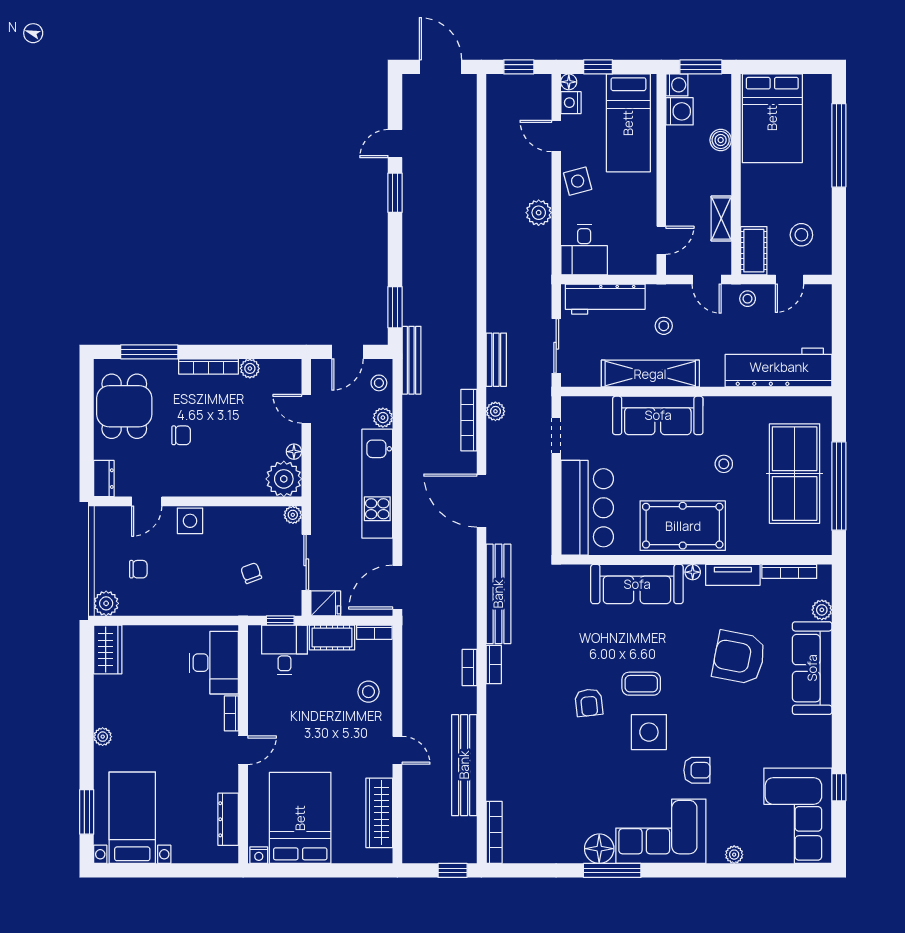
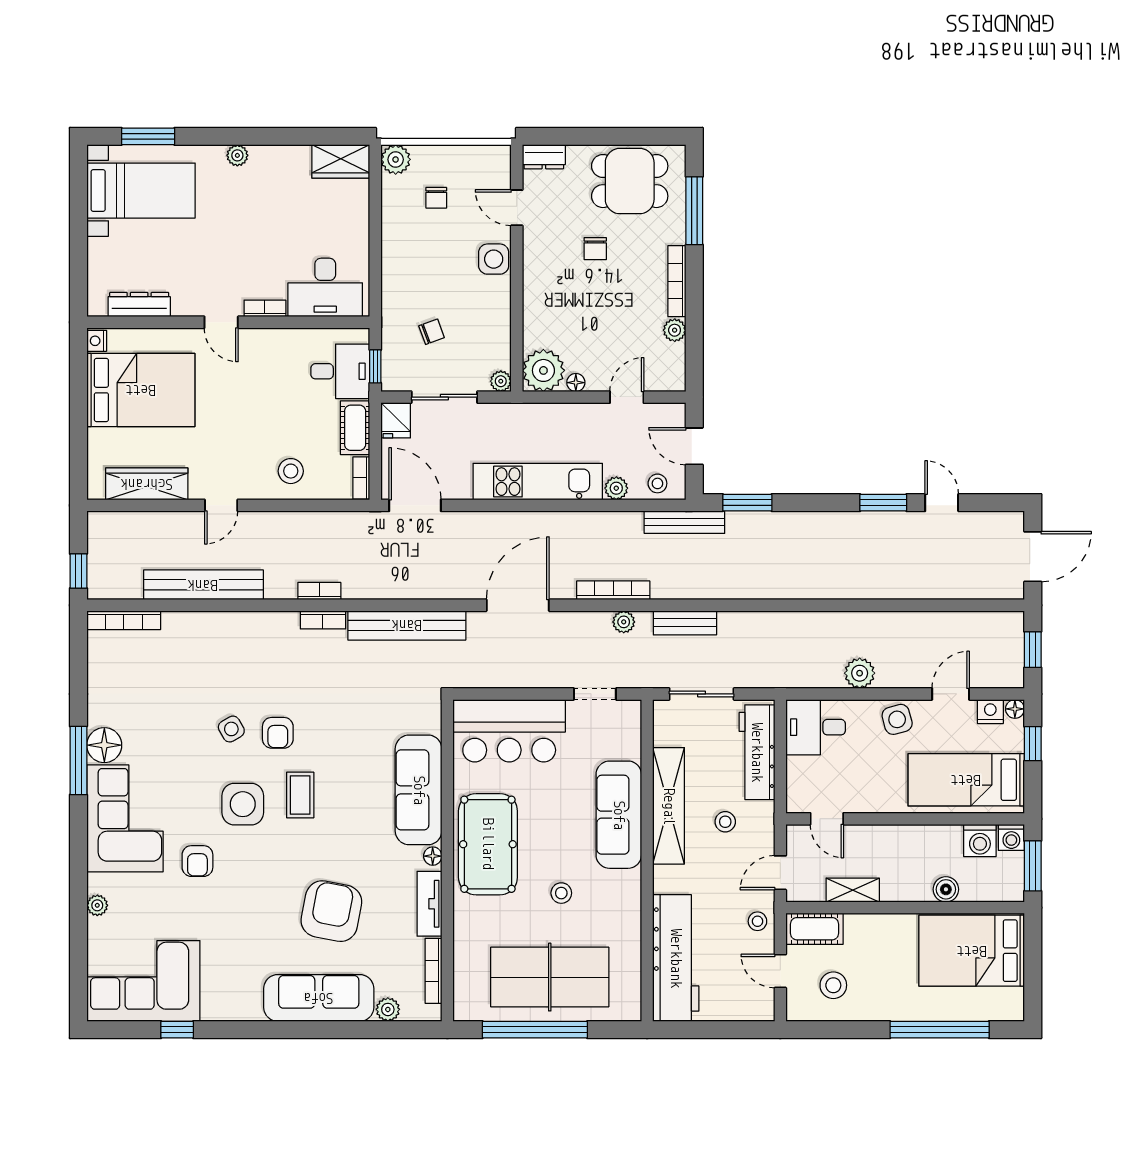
armchair: (589, 703) -> (278, 733), turned -84
side table: (586, 742) -> (231, 729), added

